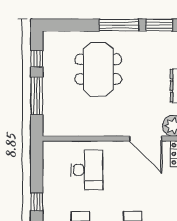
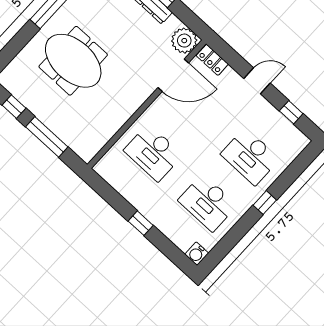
desk: (87, 170) -> (153, 153), turned 180

